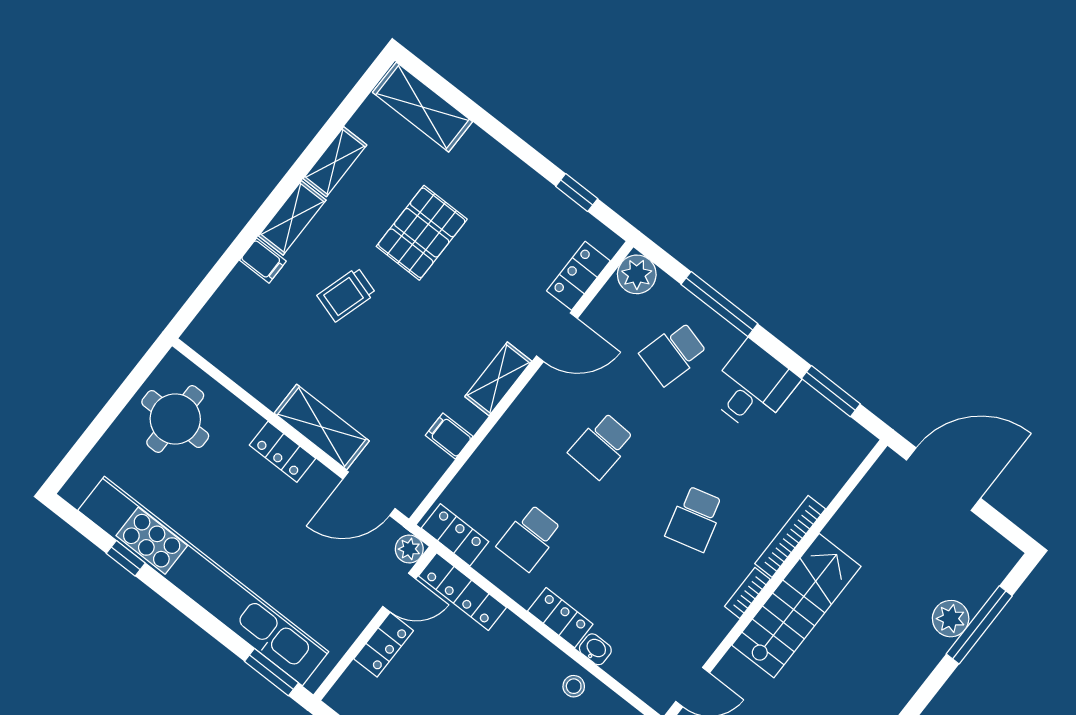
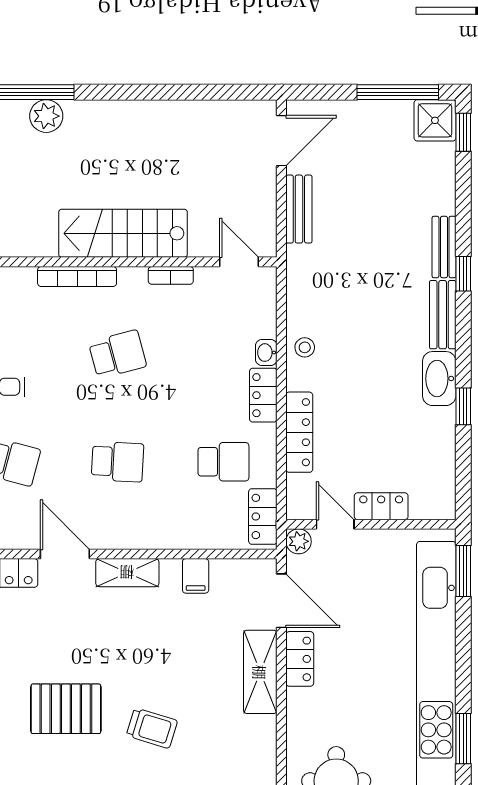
locker: (282, 452) -> (300, 659), moved
window: (126, 558) -> (463, 739), width x1.50
locker: (463, 592) -> (299, 432), moved
bookcase: (747, 593) -> (171, 275), moved

